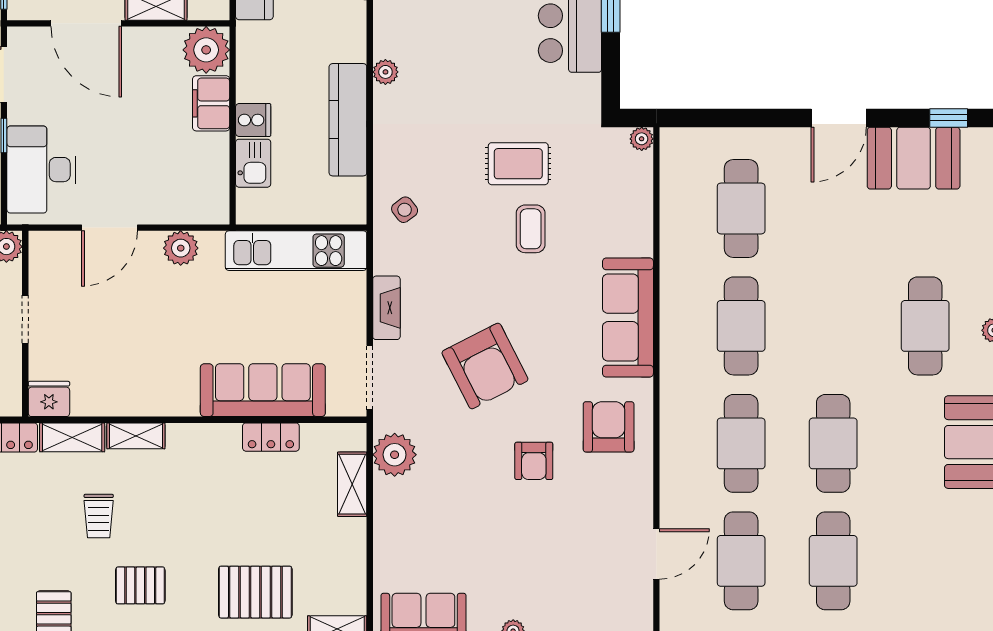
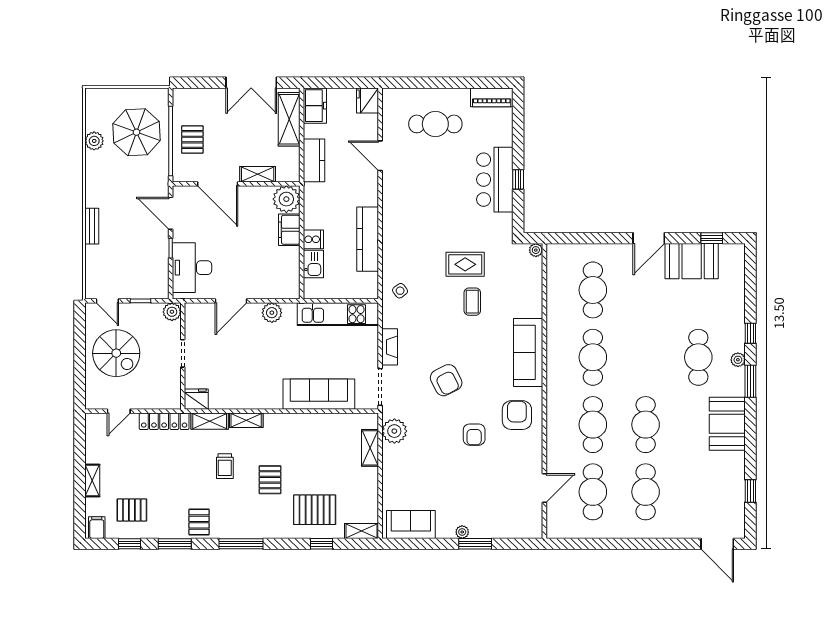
plant: (385, 72) -> (389, 212), removed
armchair: (485, 366) -> (446, 380), width x0.73, depth x0.73
locker: (271, 437) -> (323, 421), removed
pallet: (140, 585) -> (270, 480), moved, turned 90

